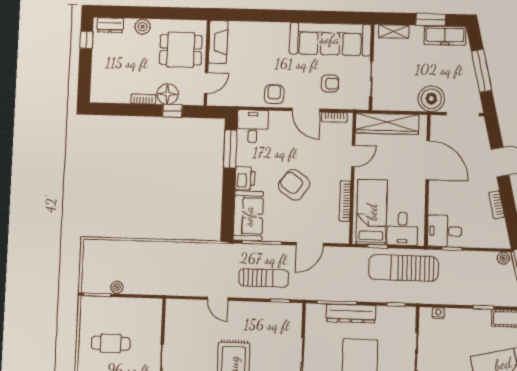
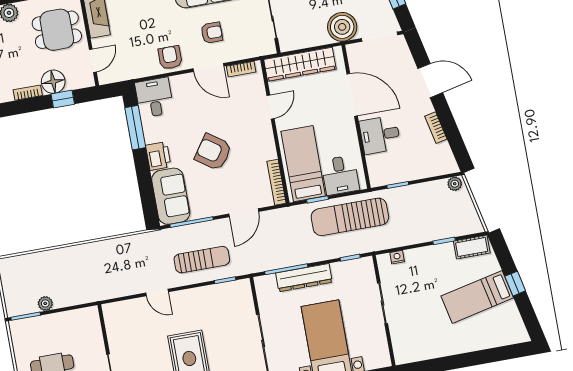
armchair: (330, 83) -> (212, 33), moved
bookcase: (345, 201) -> (276, 182), moved
desk: (445, 231) -> (380, 135), moved

